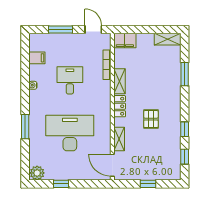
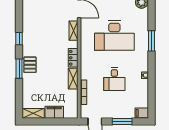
filing cabinet: (125, 41) -> (54, 112), moved
filing cabinet: (37, 58) -> (142, 113), moved
window: (185, 74) -> (19, 69), moved
pallet: (151, 119) -> (30, 65), moved
window: (185, 157) -> (19, 16), removed

